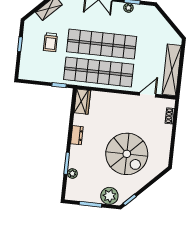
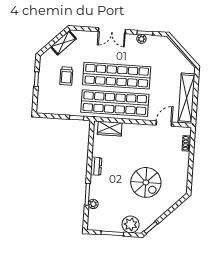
wardrobe: (82, 102) -> (110, 129), moved, turned 90
spiral stairs: (127, 154) -> (146, 182), width x0.73, depth x0.73

